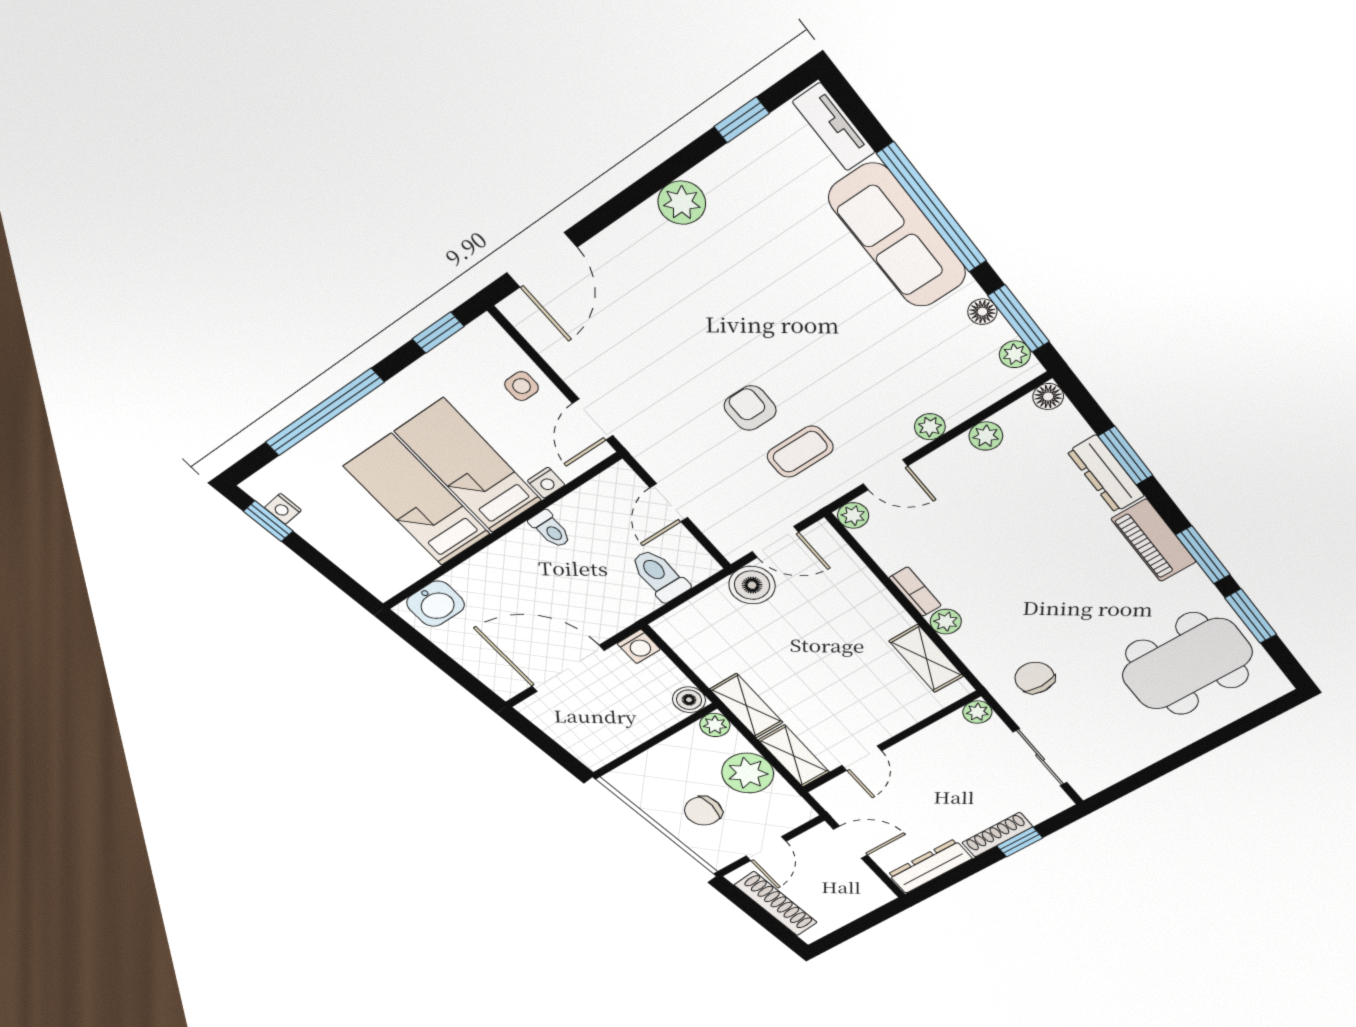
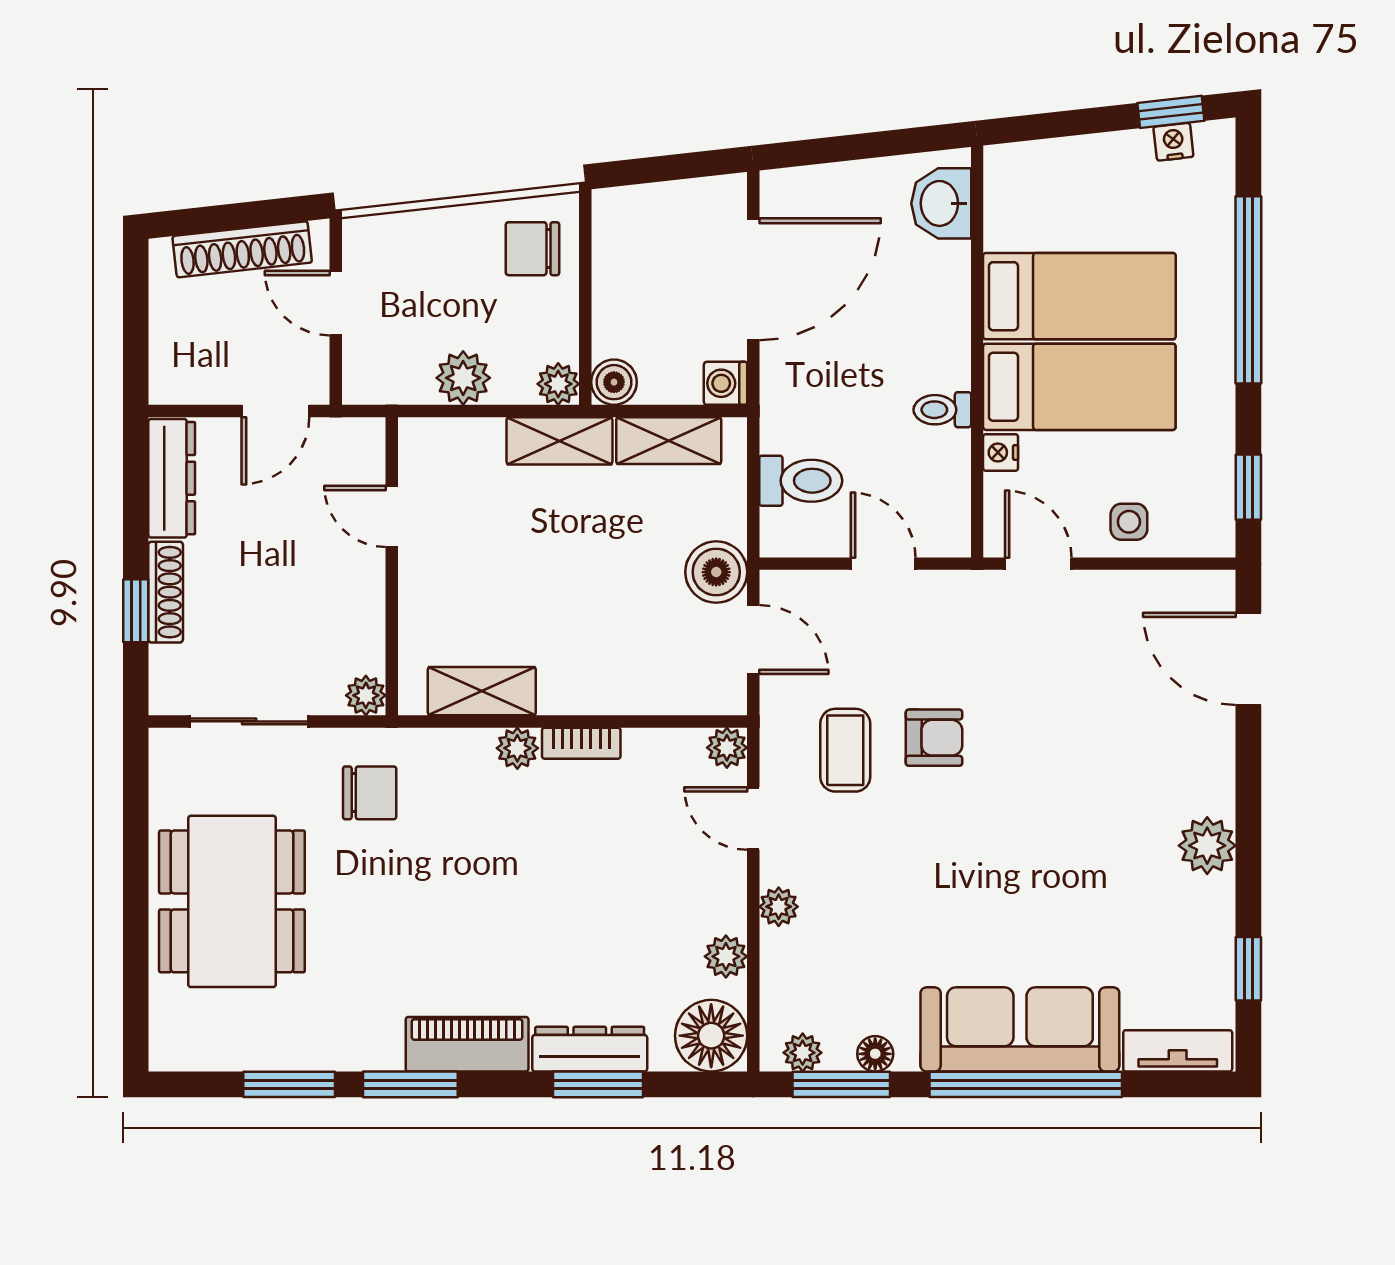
floor lamp: (1048, 397) -> (711, 1036), width x1.89, depth x1.89
door: (885, 475) -> (753, 819), hinge flipped
door: (775, 542) -> (753, 640), swing flipped
dining table: (1187, 664) -> (232, 901), moved
shelving: (794, 756) -> (669, 441), moved
plant: (748, 773) -> (463, 378), width x0.73, depth x0.73
chair: (703, 811) -> (532, 249), moved, turned -90

